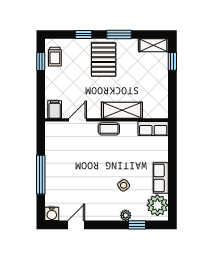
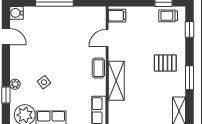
window: (83, 34) -> (189, 29), moved
pallet: (104, 60) -> (165, 63), width x0.67, depth x0.71
door: (78, 120) -> (107, 38), swing flipped

